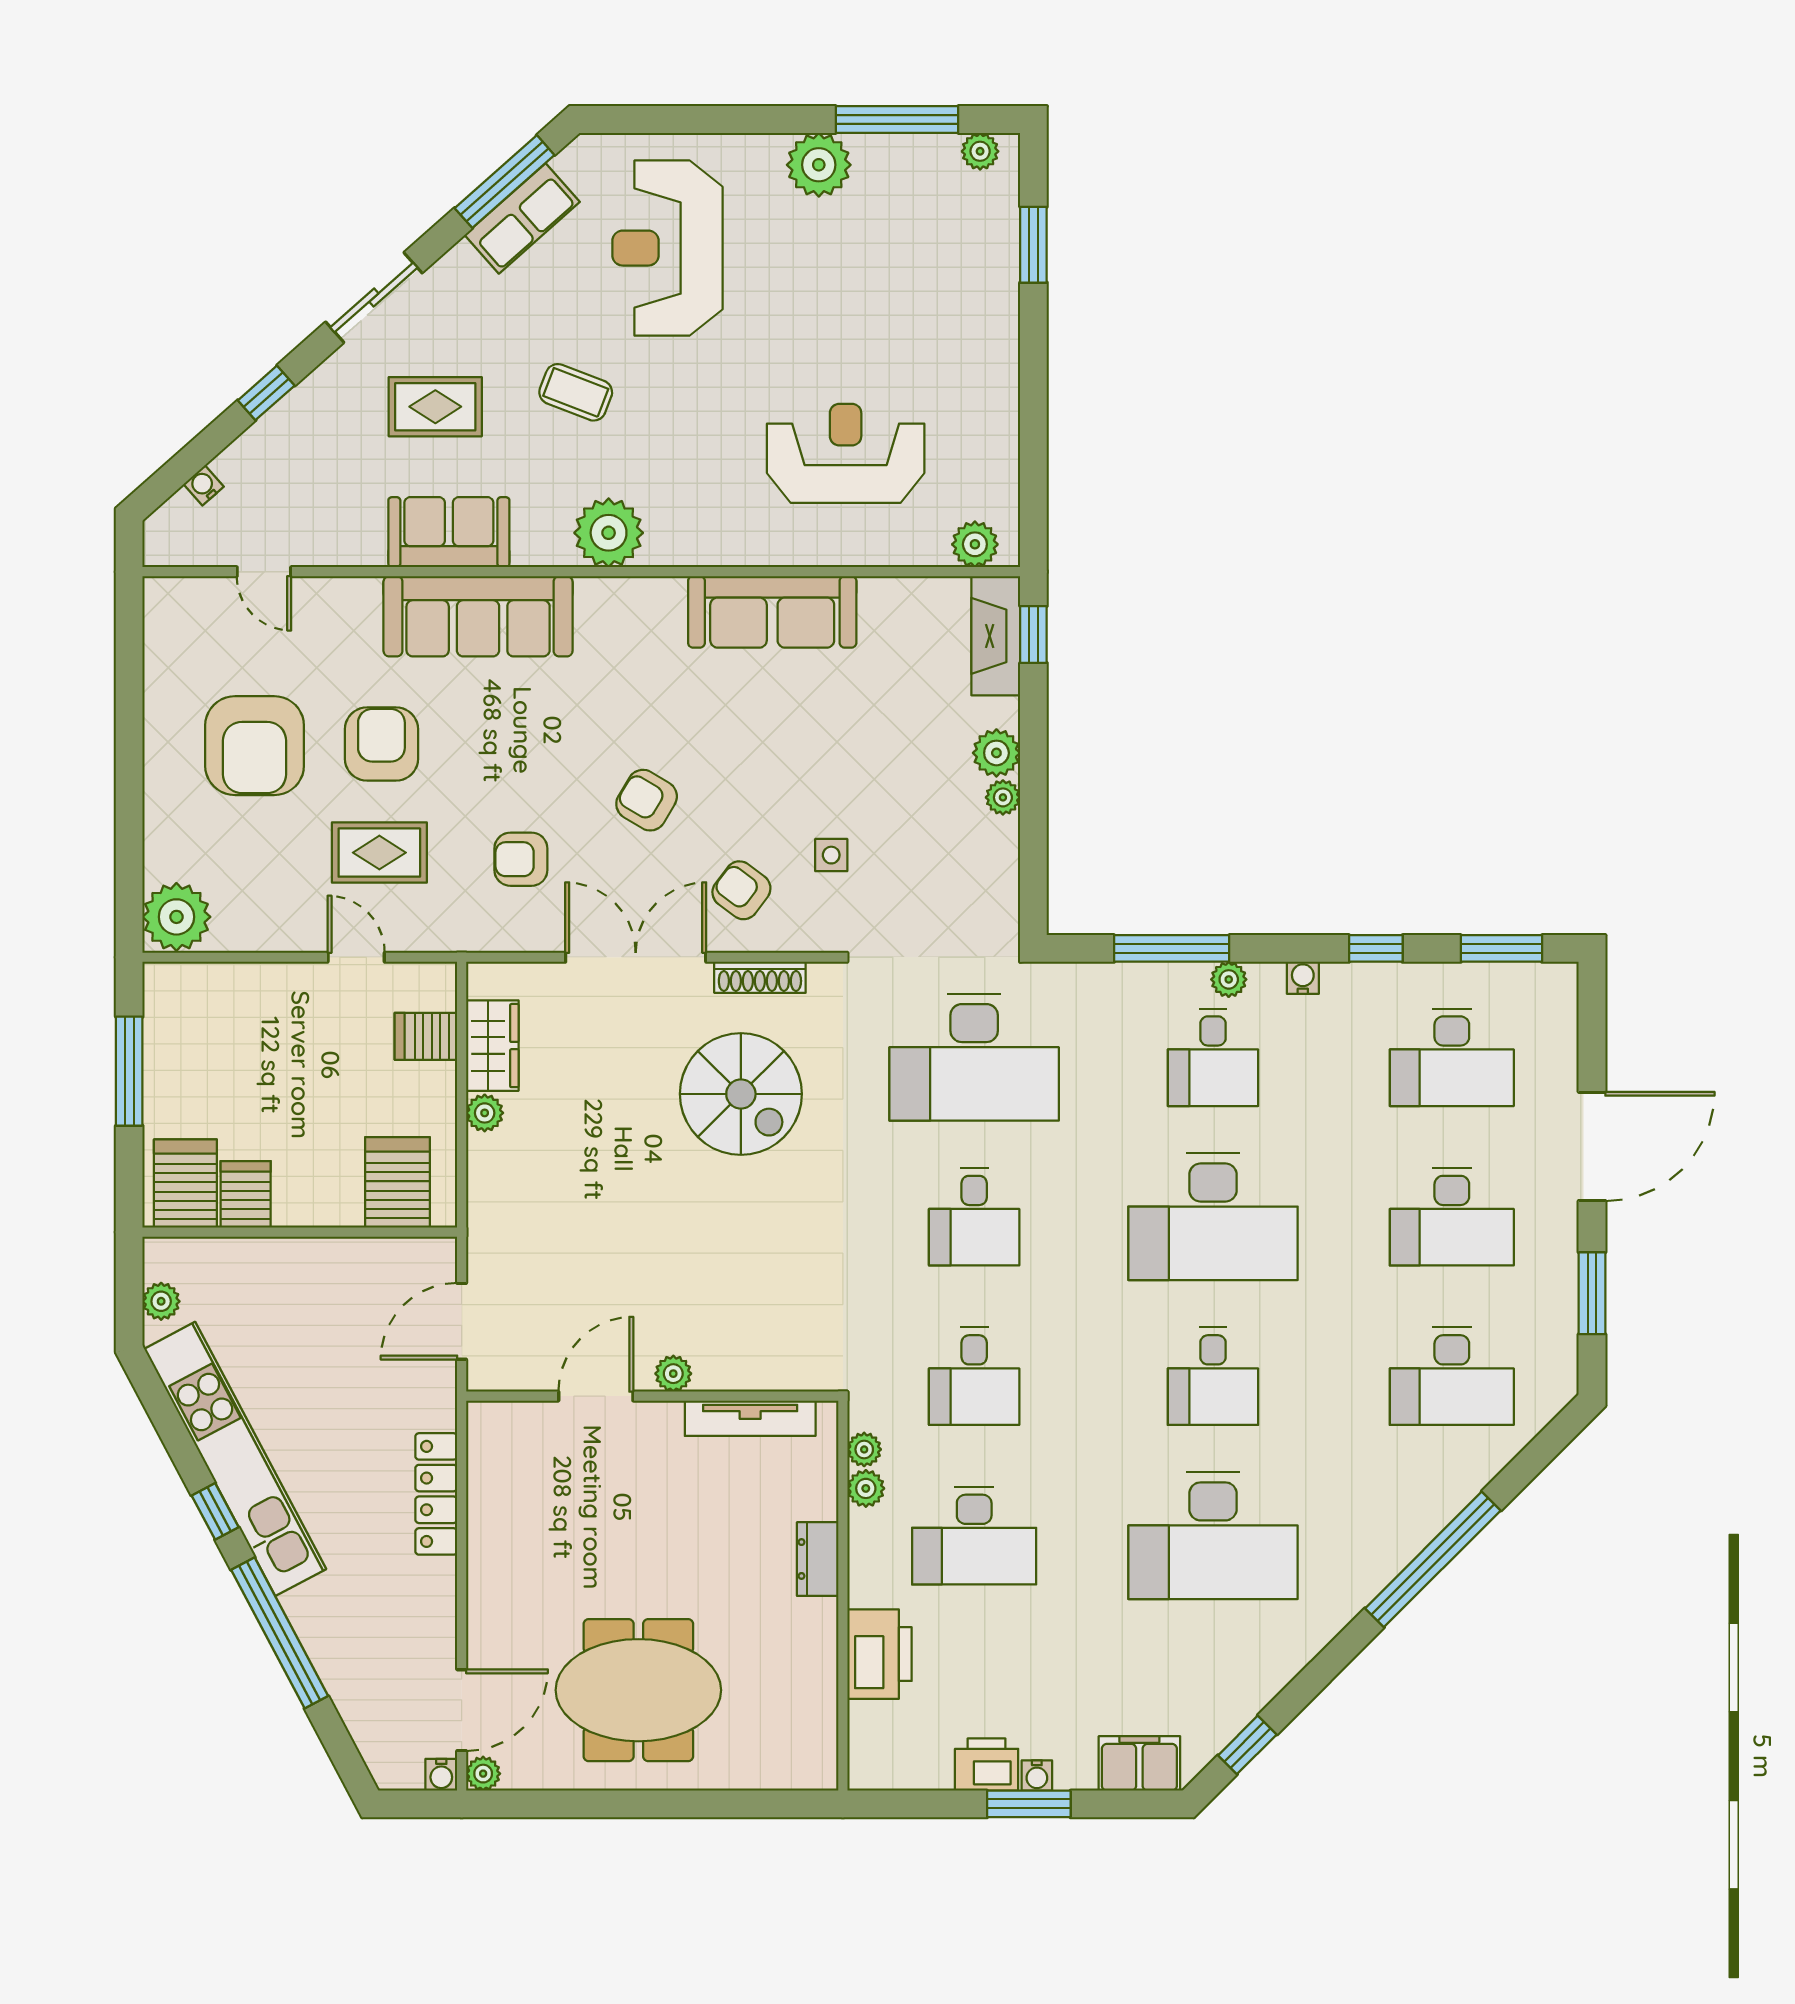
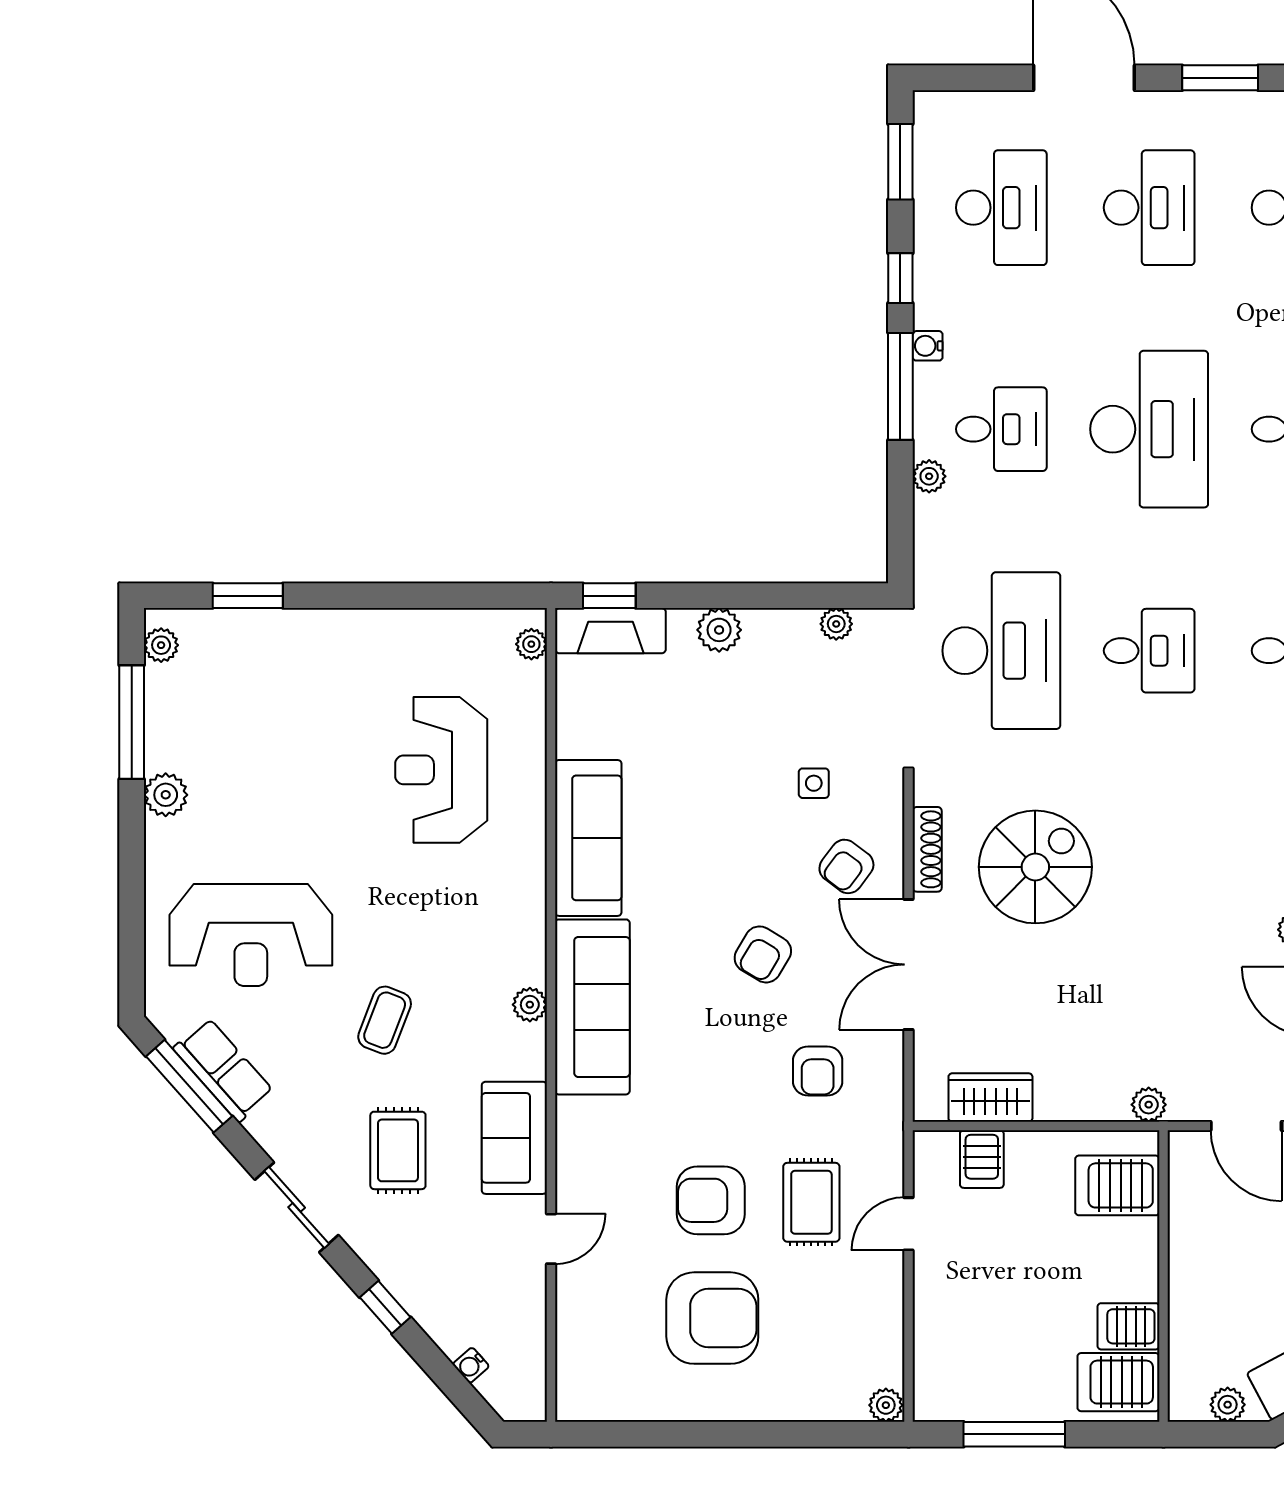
plant: (819, 165) -> (166, 795), width x0.73, depth x0.73
plant: (609, 533) -> (530, 1005), width x0.53, depth x0.53
plant: (975, 544) -> (531, 644), width x0.73, depth x0.73
door: (264, 572) -> (551, 1239), moved
sofa: (478, 616) -> (592, 1007), moved
plant: (1003, 797) -> (836, 624), moved
plant: (176, 917) -> (886, 1405), width x0.53, depth x0.53
window: (1172, 948) -> (900, 386), moved
plant: (1229, 979) -> (929, 476), moved
plant: (485, 1113) -> (1149, 1105), moved

